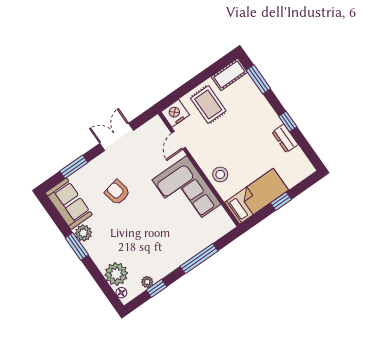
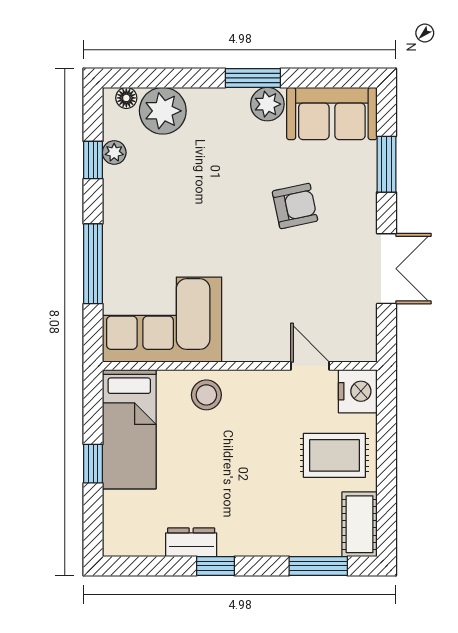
corner sofa: (186, 192) -> (162, 320), moved

